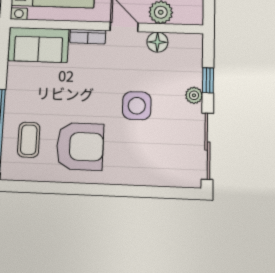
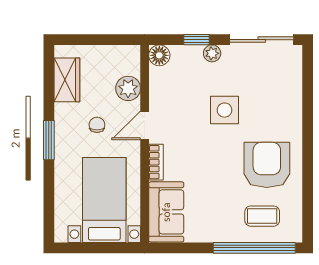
floor lamp: (157, 42) -> (159, 55), moved

